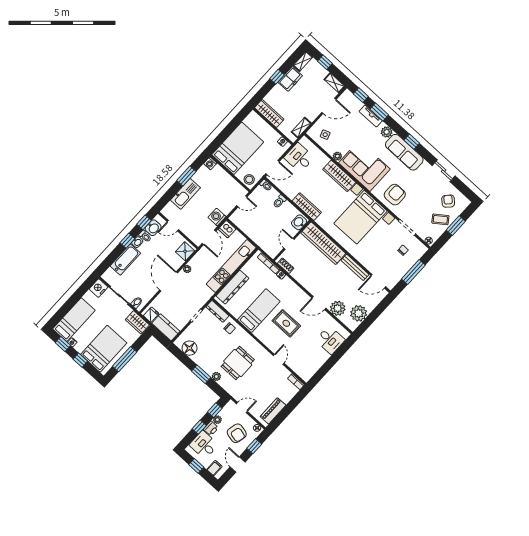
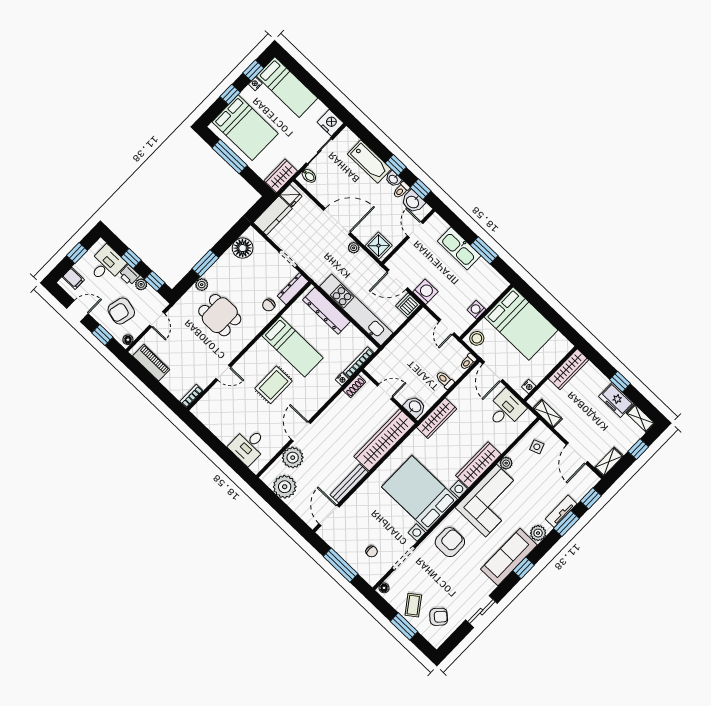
washing machine: (210, 163) -> (476, 310), moved
armchair: (395, 195) -> (450, 542), turned -90

